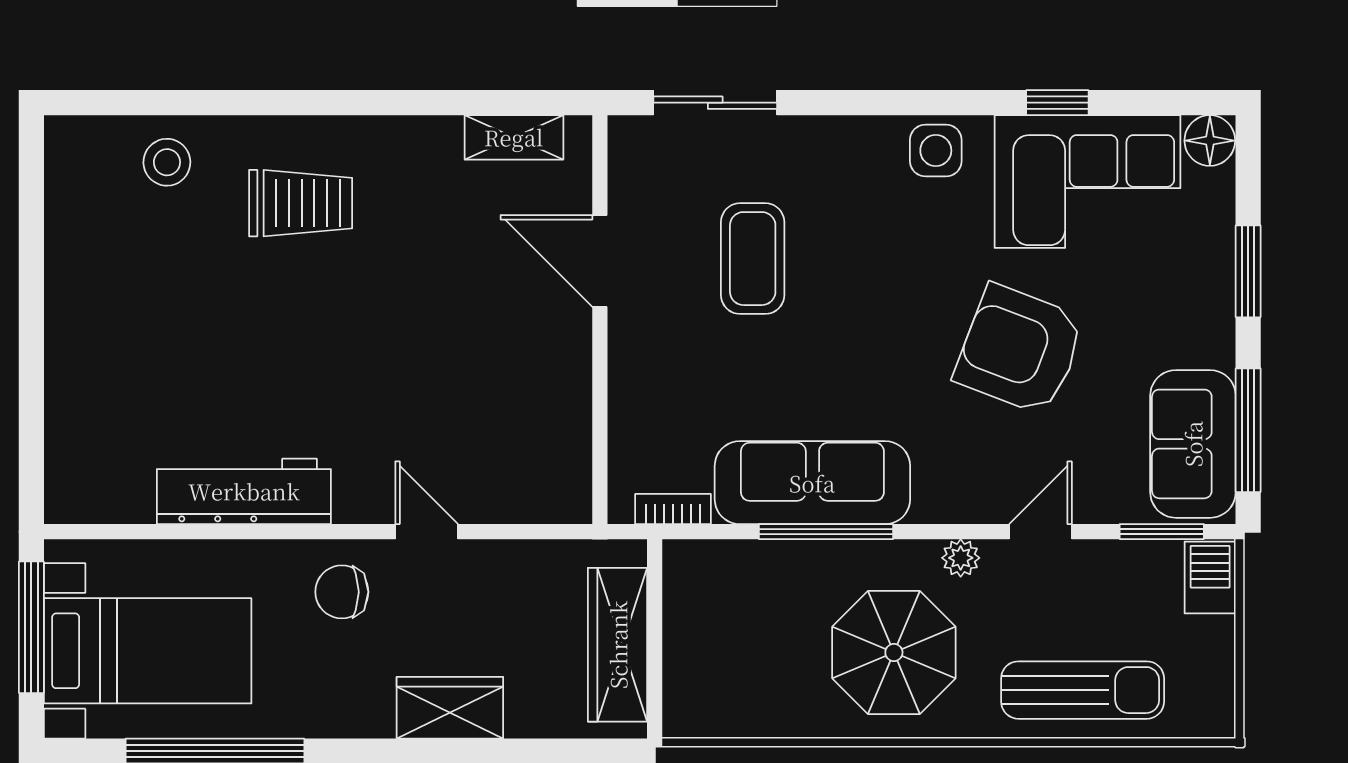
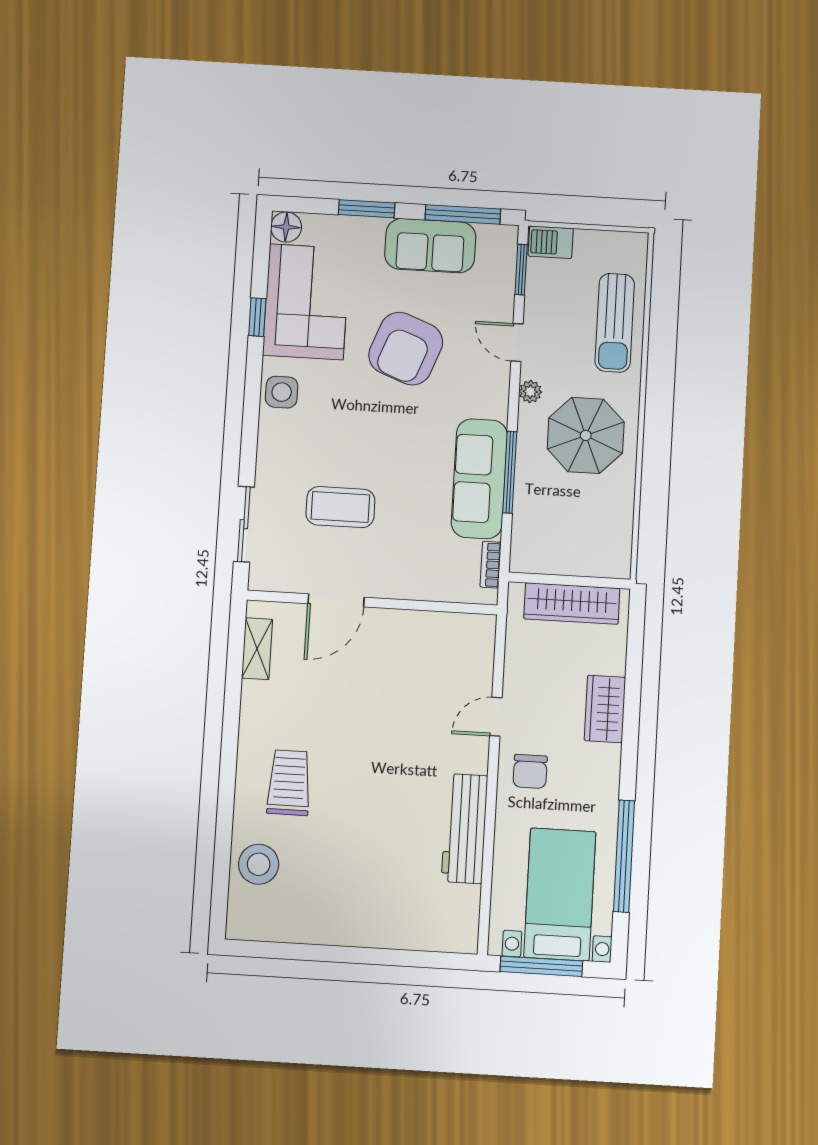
stool: (167, 162) -> (259, 864), width x1.38, depth x1.38
sofa: (1193, 444) -> (430, 246), moved
sun lounger: (1083, 690) -> (615, 323), turned 180

